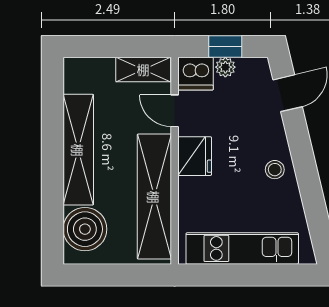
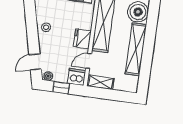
plant: (225, 67) -> (48, 76), moved
door: (175, 111) -> (89, 61), swing flipped

